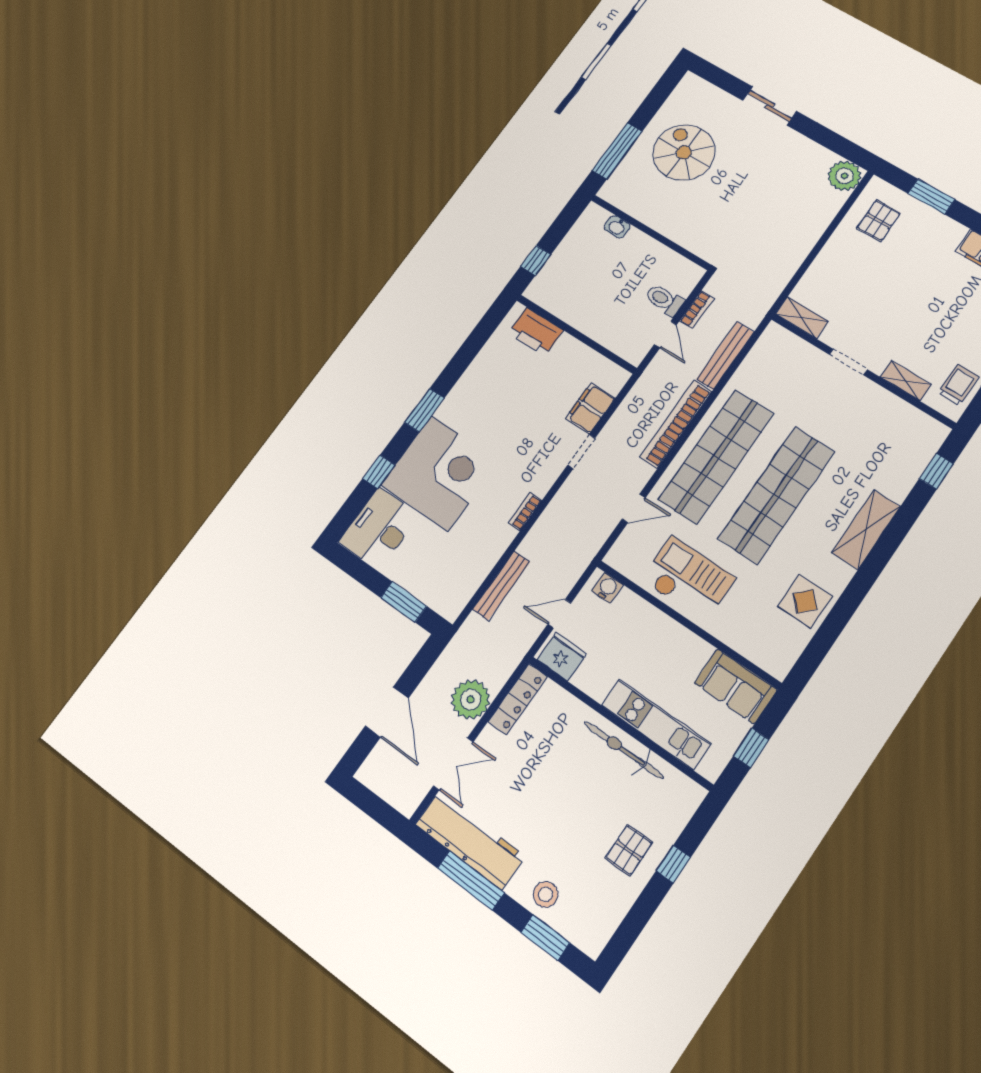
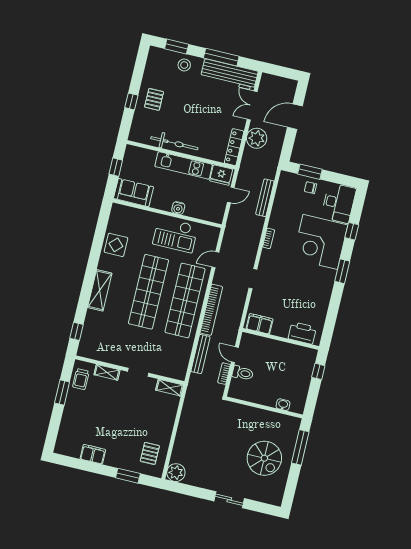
filing cabinet: (590, 408) -> (260, 324), moved, turned -90
chair: (415, 573) -> (310, 188), added
water cooler: (607, 588) -> (178, 208), moved
door: (387, 712) -> (295, 117), hinge flipped
kitchen unit: (656, 724) -> (184, 165), moved

